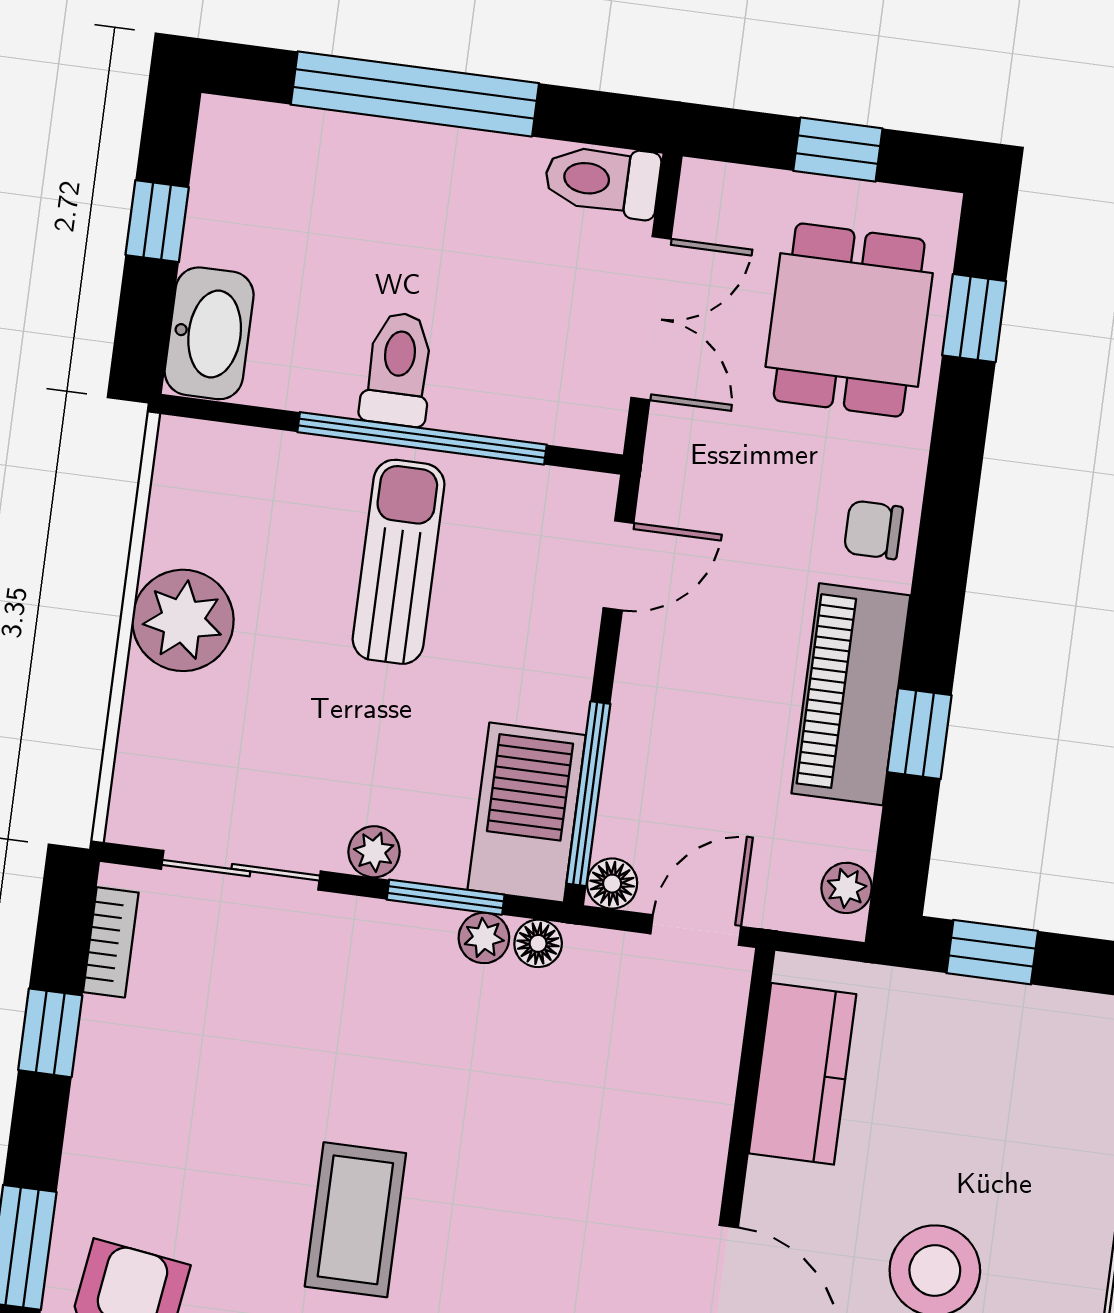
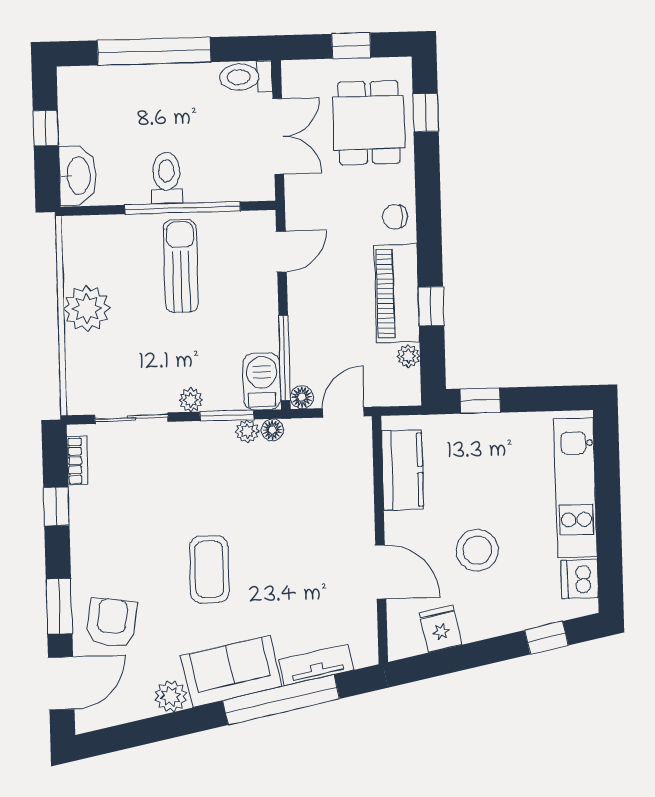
barbecue: (527, 812) -> (262, 381), width x0.73, depth x0.83
plant: (847, 888) -> (408, 356), moved

